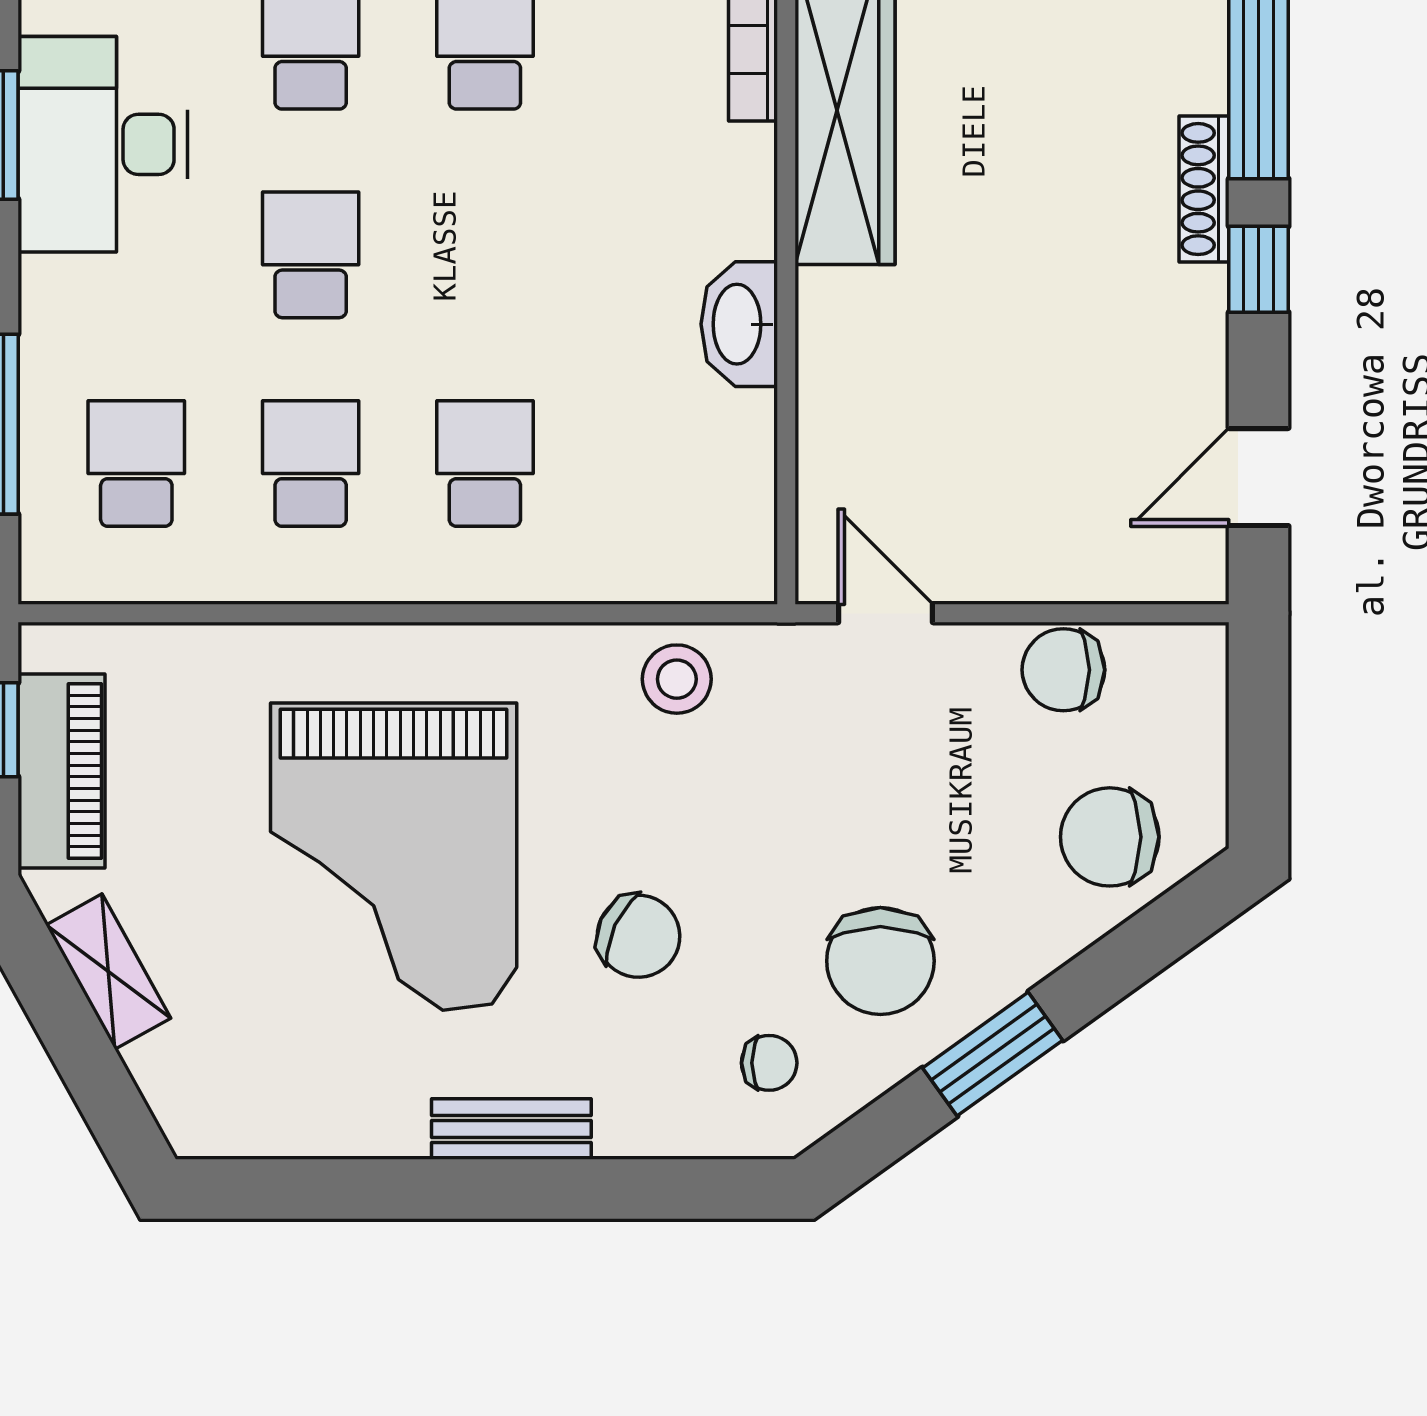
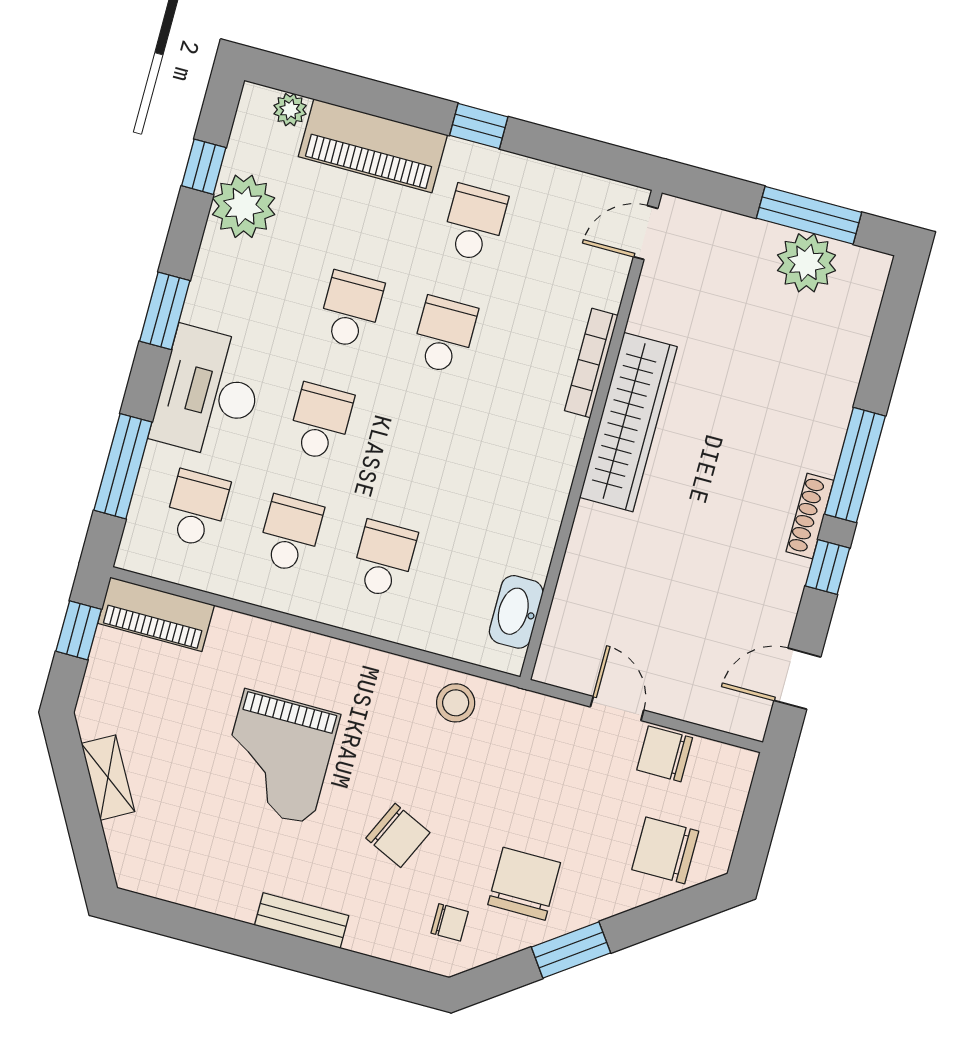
desk: (103, 144) -> (209, 393), moved
washbasin: (739, 324) -> (516, 612), moved
door: (886, 613) -> (617, 708), moved
piano: (62, 771) -> (156, 614), moved, turned 90
grand piano: (394, 857) -> (278, 757), width x0.73, depth x0.68
chair: (880, 961) -> (524, 884), turned 180

